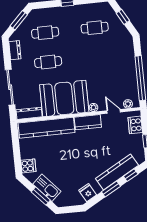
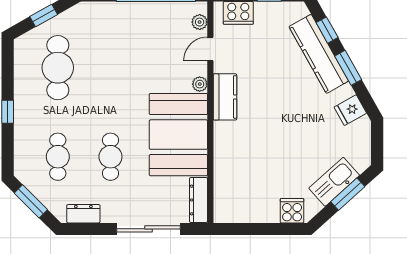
cafe table: (95, 28) -> (58, 68), width x1.37, depth x1.35
kitchen counter: (46, 128) -> (227, 171), removed

